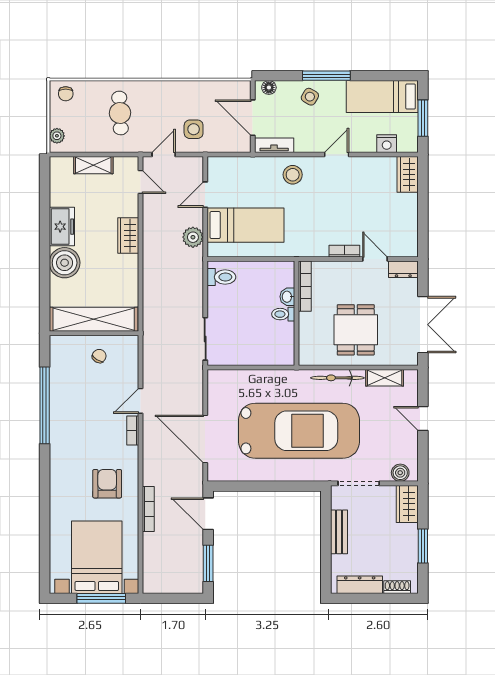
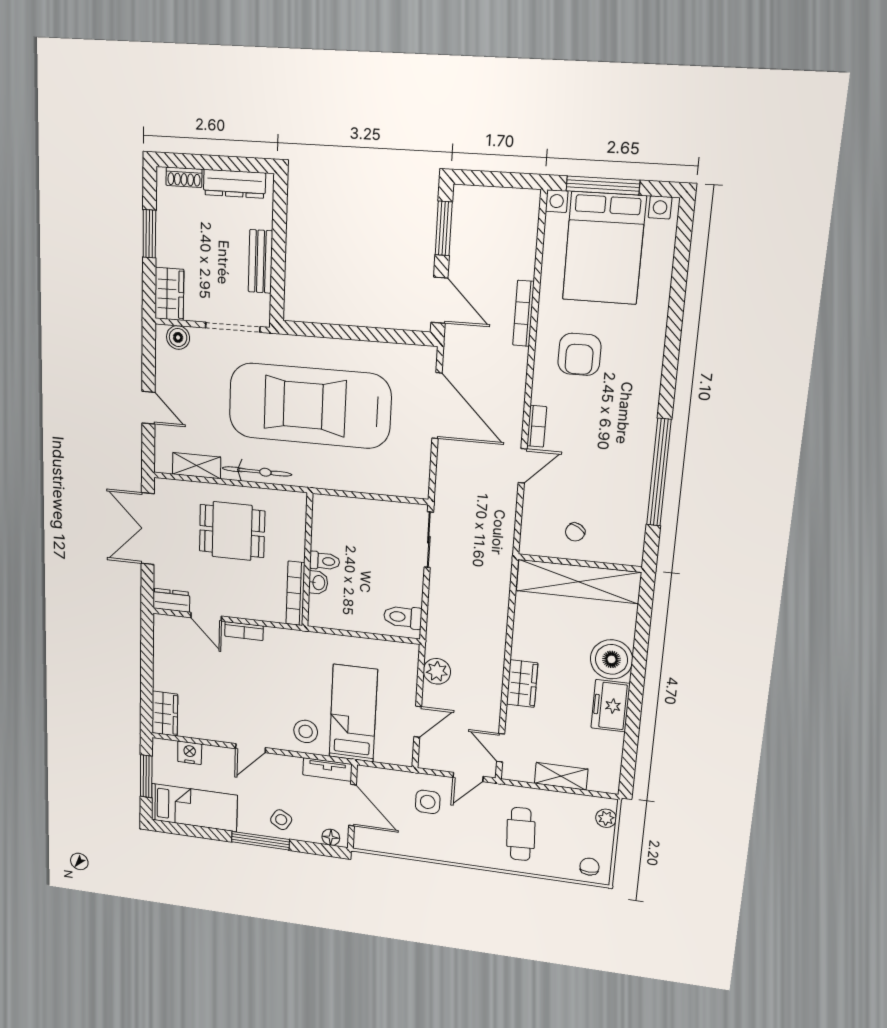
bed: (245, 225) -> (353, 713), moved, turned 90
dining table: (356, 330) -> (232, 531), turned 90

